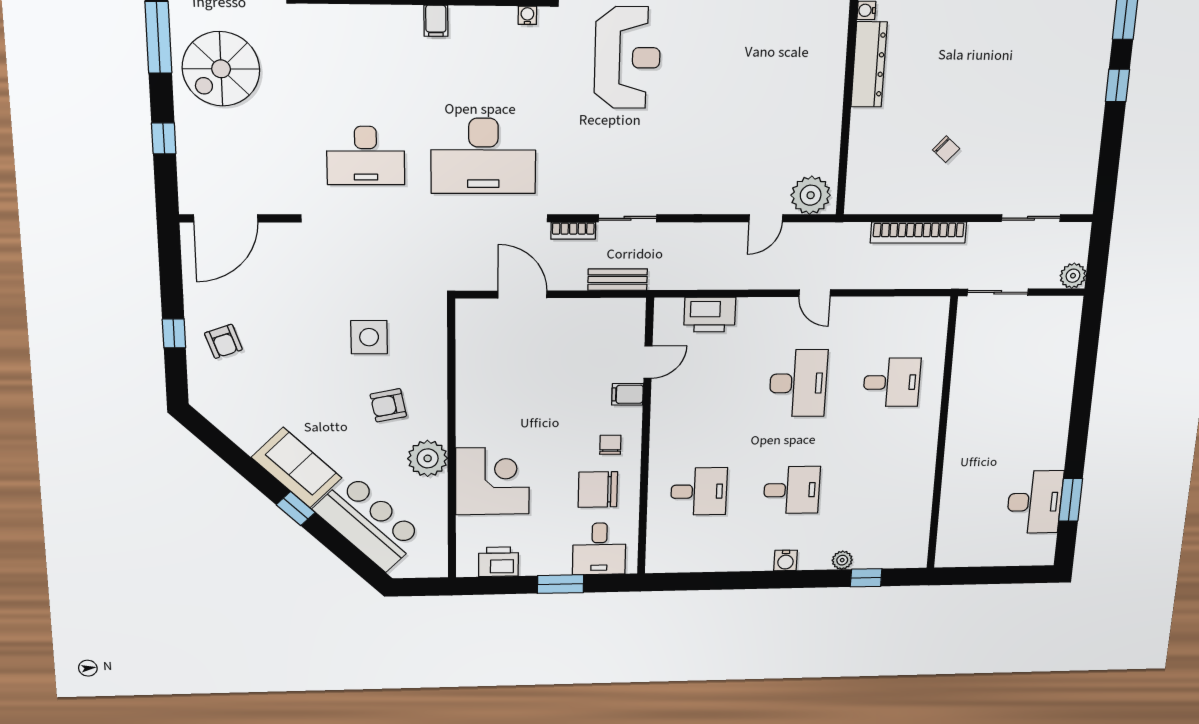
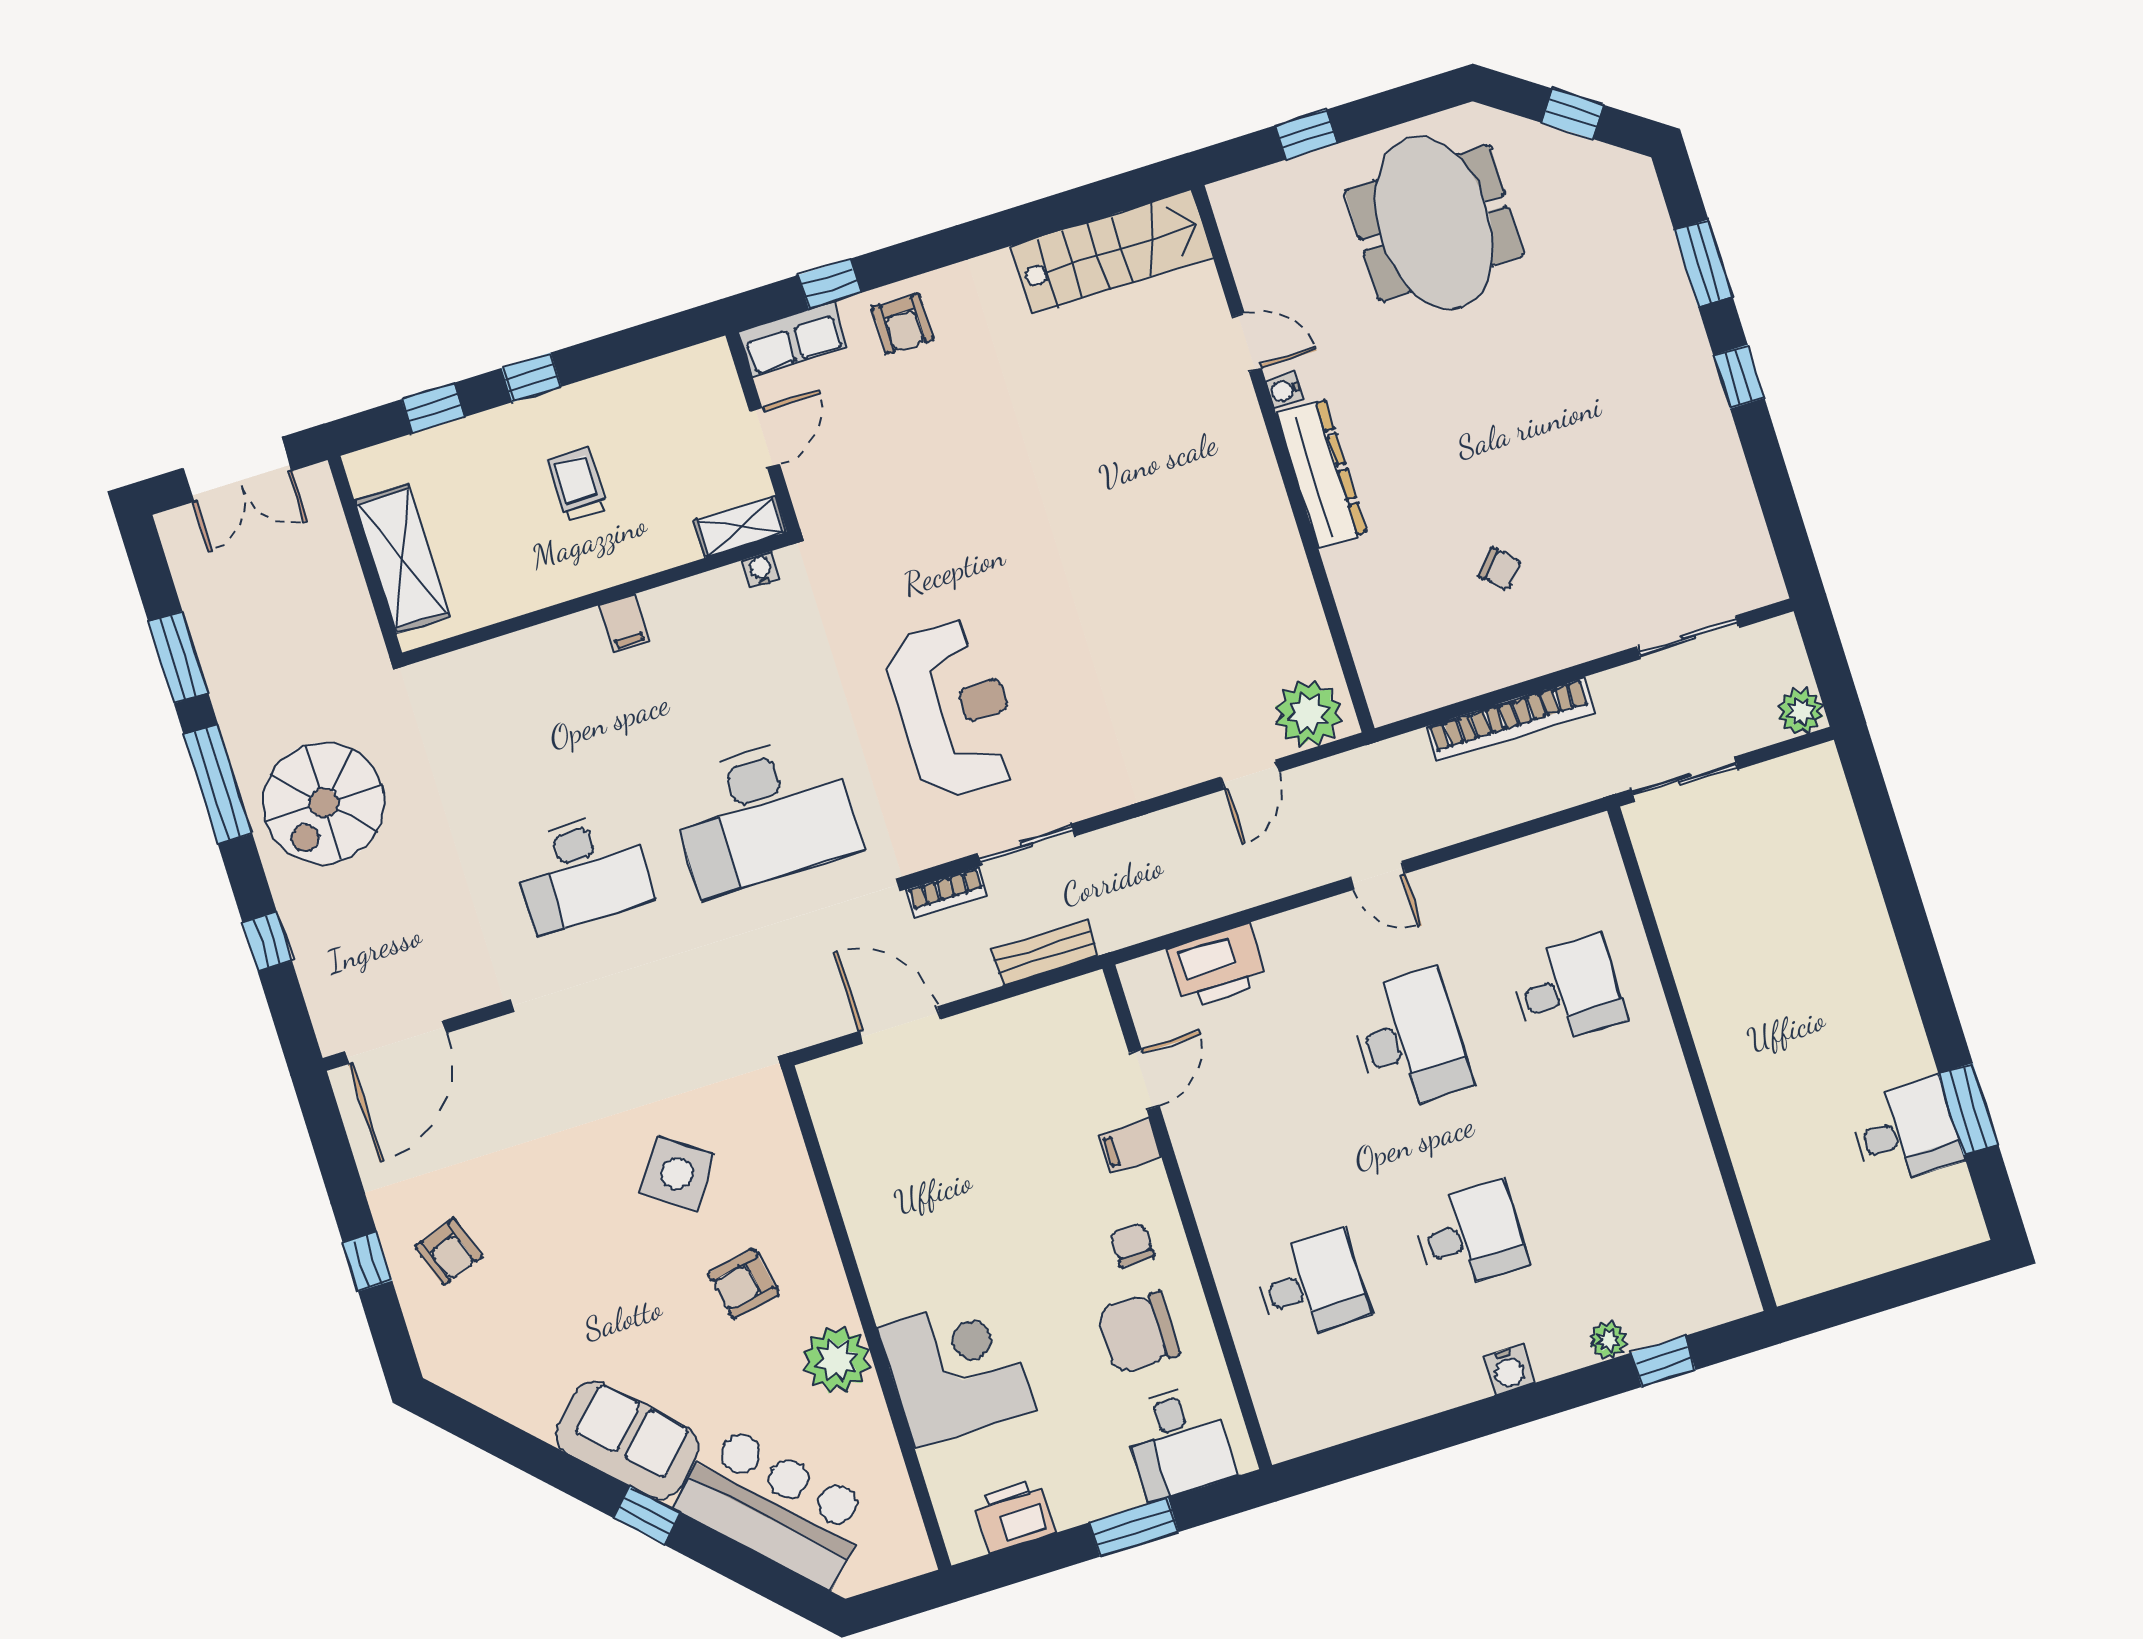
reception desk: (627, 58) -> (954, 709), moved
side table: (369, 337) -> (677, 1174), turned 34
desk: (1035, 502) -> (1906, 1132), width x0.73

